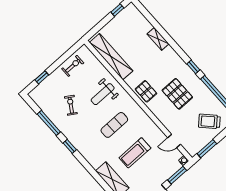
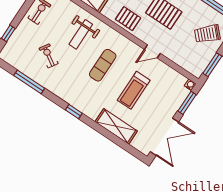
door: (174, 141) -> (152, 51), moved
window: (70, 146) -> (74, 112), moved

